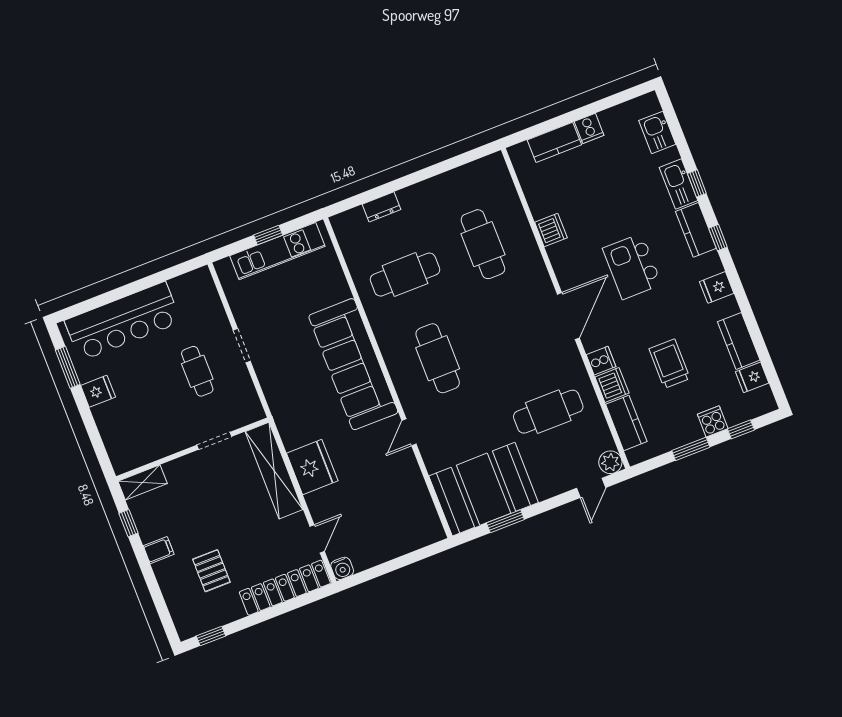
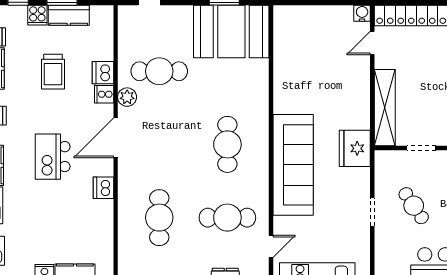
dishwasher: (551, 230) -> (103, 188), moved
kitchen island: (632, 266) -> (53, 157), turned 180
cafe table: (197, 371) -> (414, 206), turned -34
kitchen counter: (626, 423) -> (69, 15), moved, turned -90
door: (409, 432) -> (271, 246), moved
plant: (610, 462) -> (127, 97), moved
fridge: (312, 467) -> (355, 148), moved

